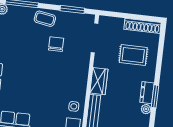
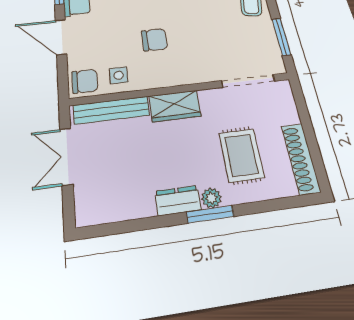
chair: (56, 44) -> (154, 40), moved
window: (155, 96) -> (210, 214), moved
plant: (146, 109) -> (211, 198), moved

